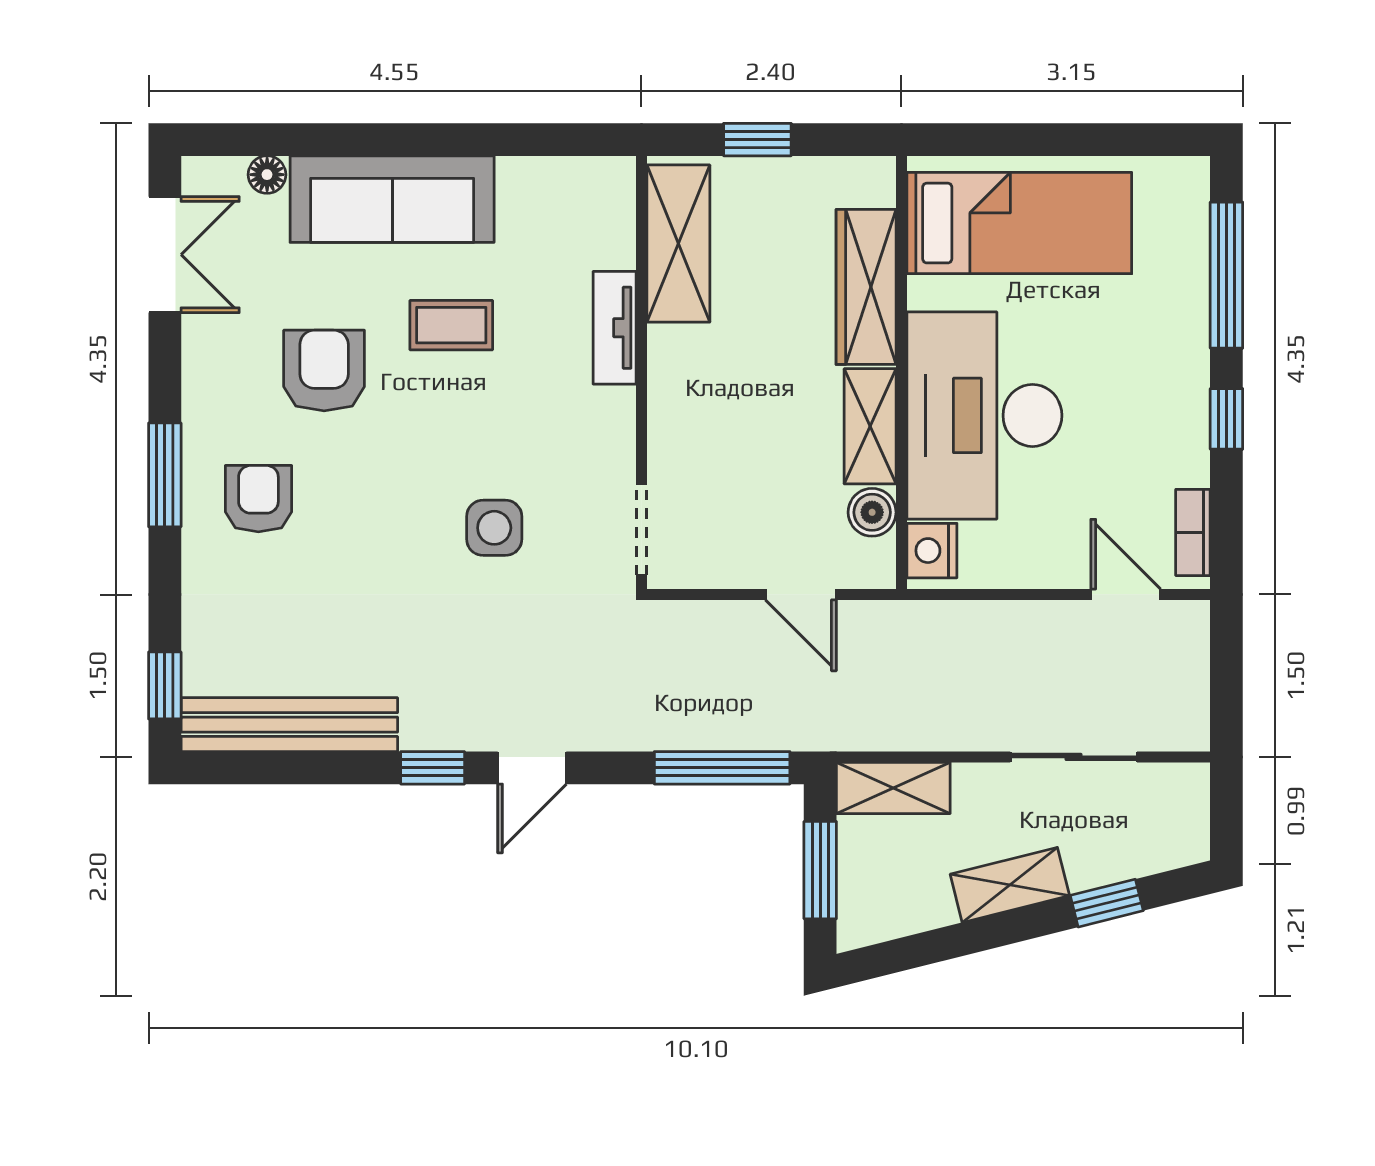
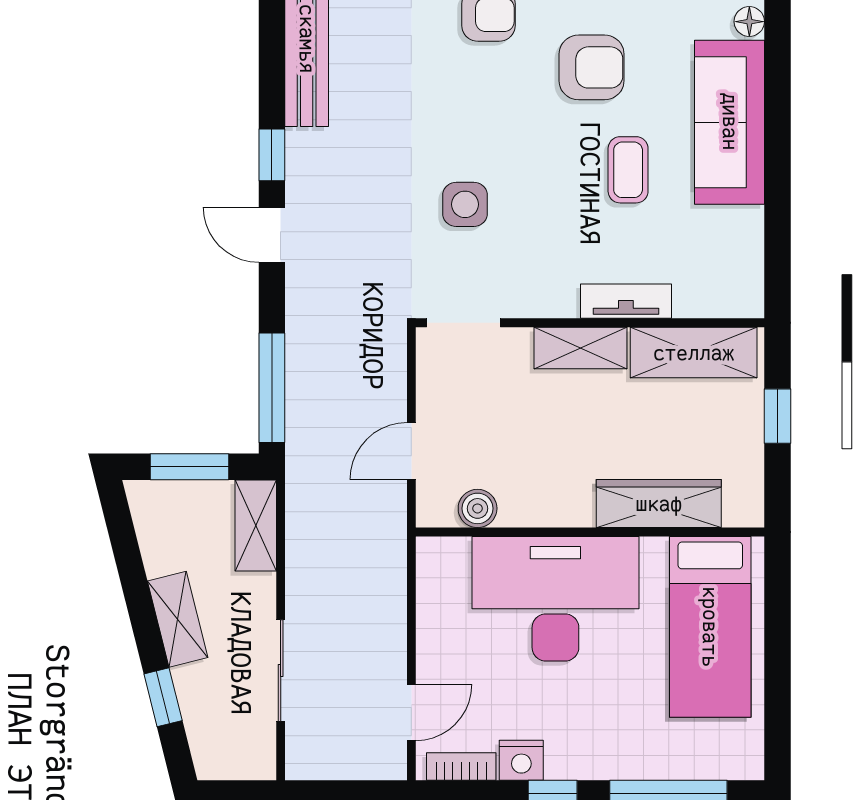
shelving: (870, 426) -> (581, 348), moved
nightstand: (932, 551) -> (521, 760), moved, turned 180

